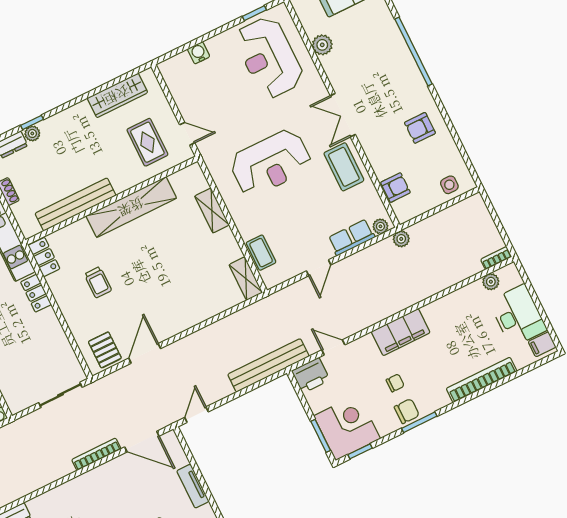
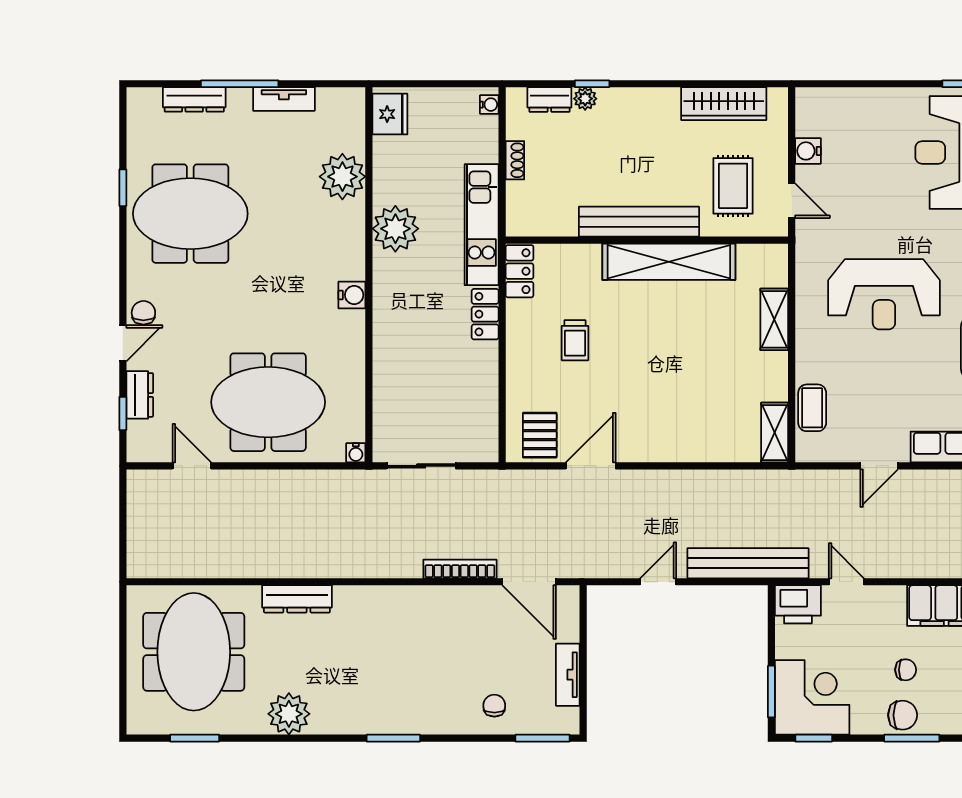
water cooler: (199, 53) -> (808, 151), moved, turned -90
bench: (75, 204) -> (639, 222), moved
sliding door: (60, 395) -> (421, 466), moved
door: (197, 415) -> (658, 582), moved

